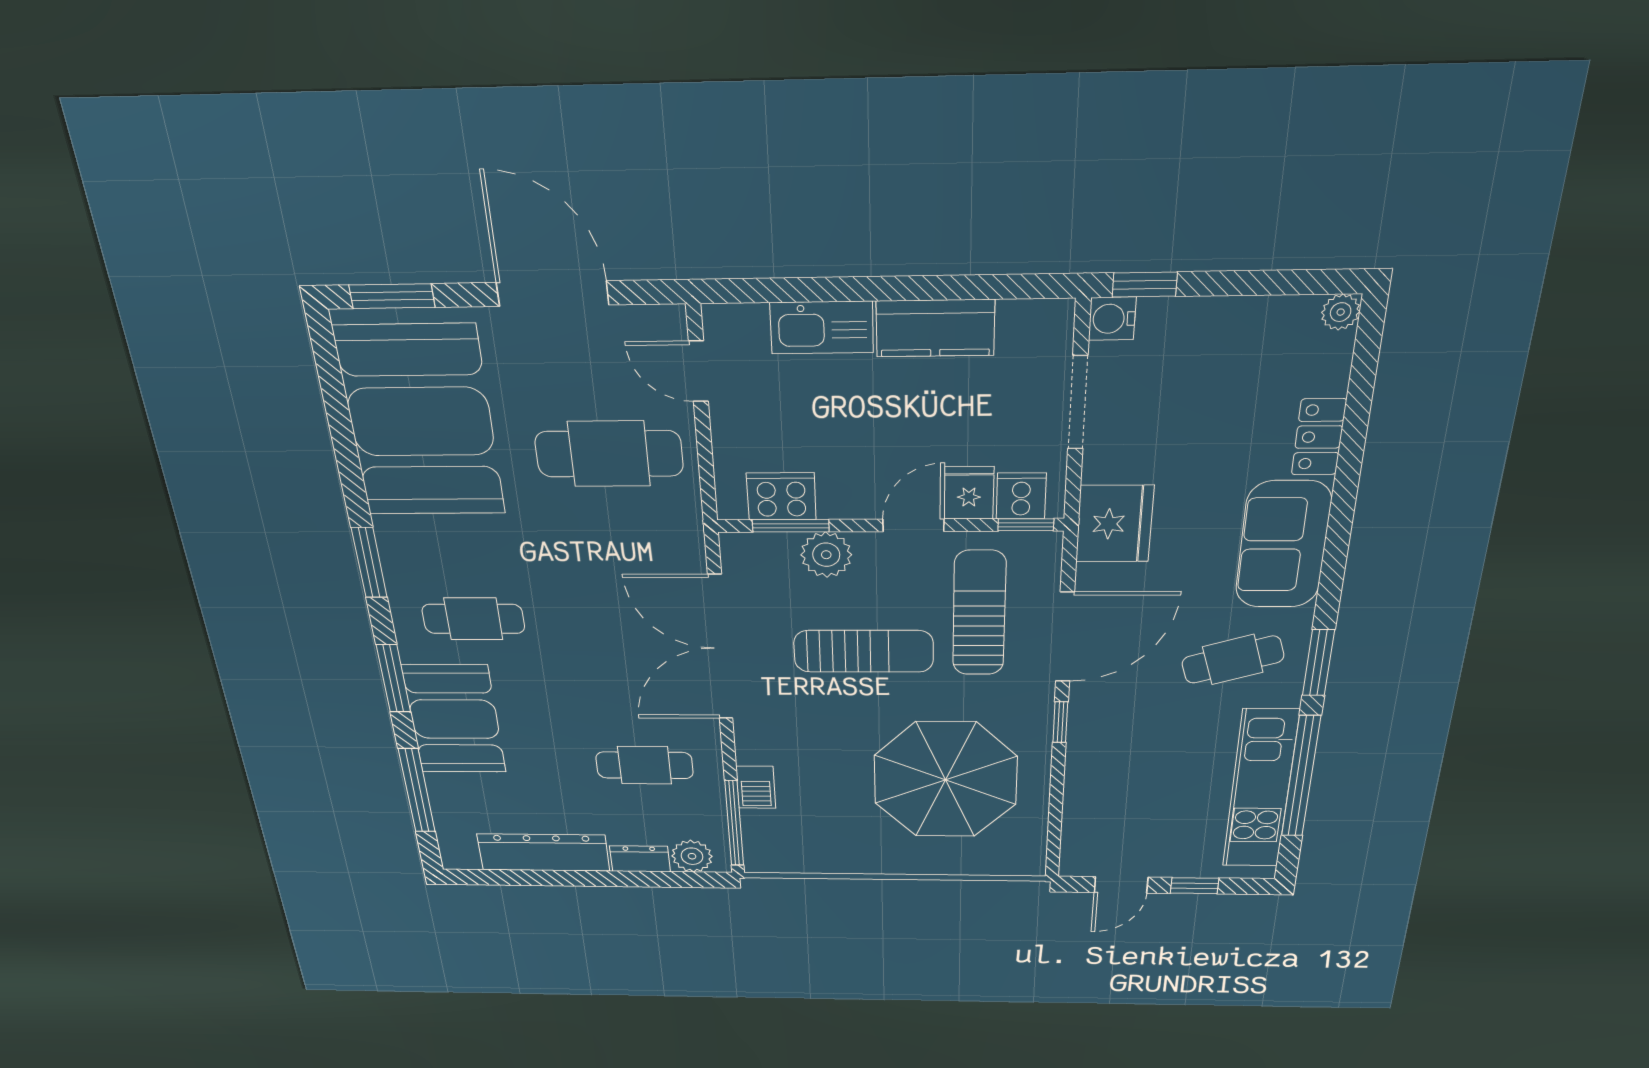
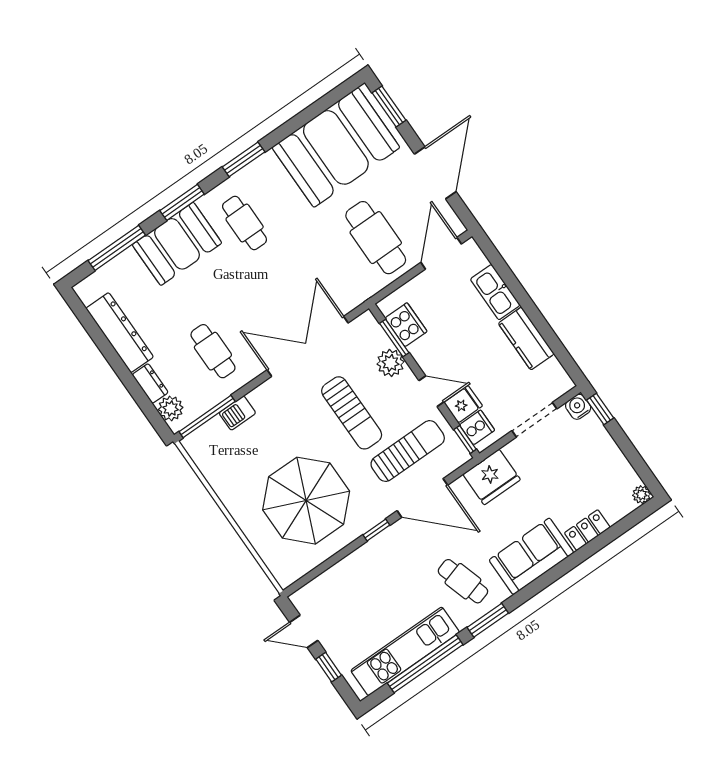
door: (698, 371) -> (441, 253), width x1.38

